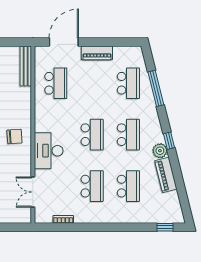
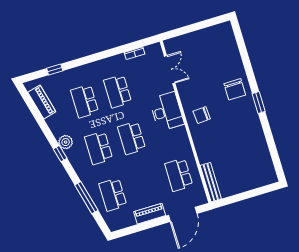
piano: (166, 175) -> (42, 102), moved
window: (165, 227) -> (55, 69), moved

